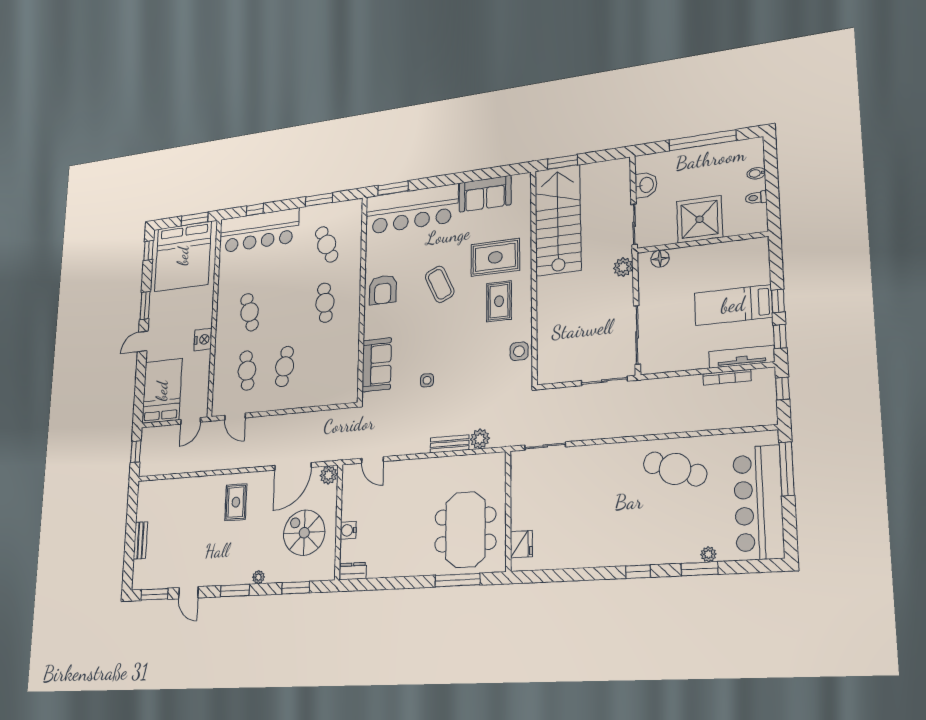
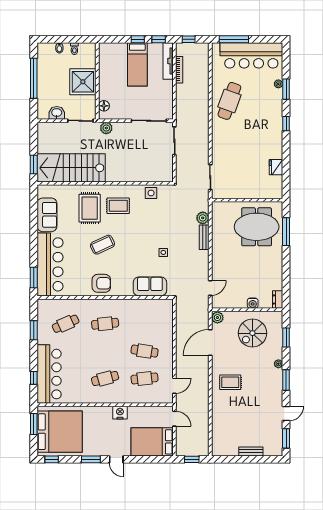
door: (293, 466) -> (210, 343), swing flipped
fridge: (521, 544) -> (276, 167), moved, turned -90

